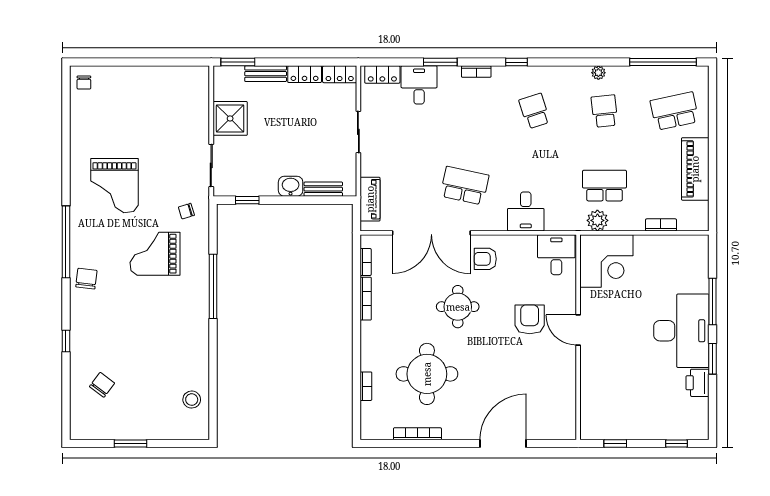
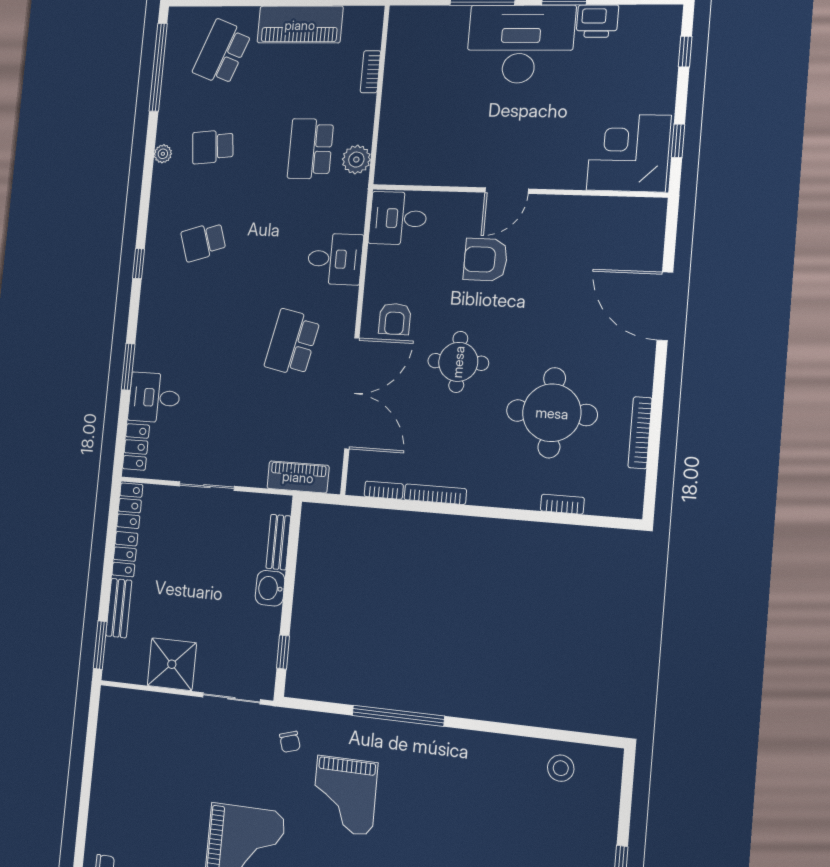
bookcase: (476, 72) -> (145, 319), removed
school desk: (674, 111) -> (222, 53), turned 33
corner desk: (606, 261) -> (629, 153), moved, turned -90

